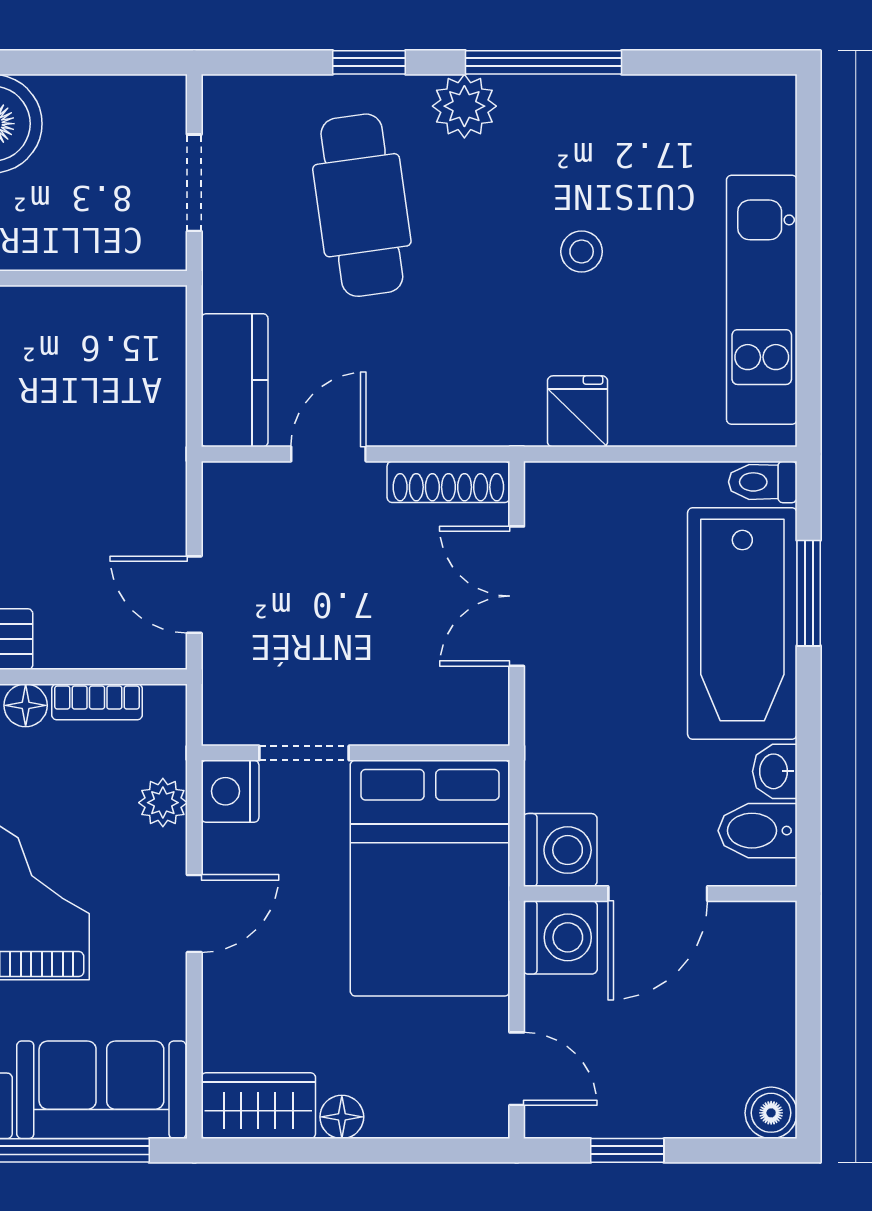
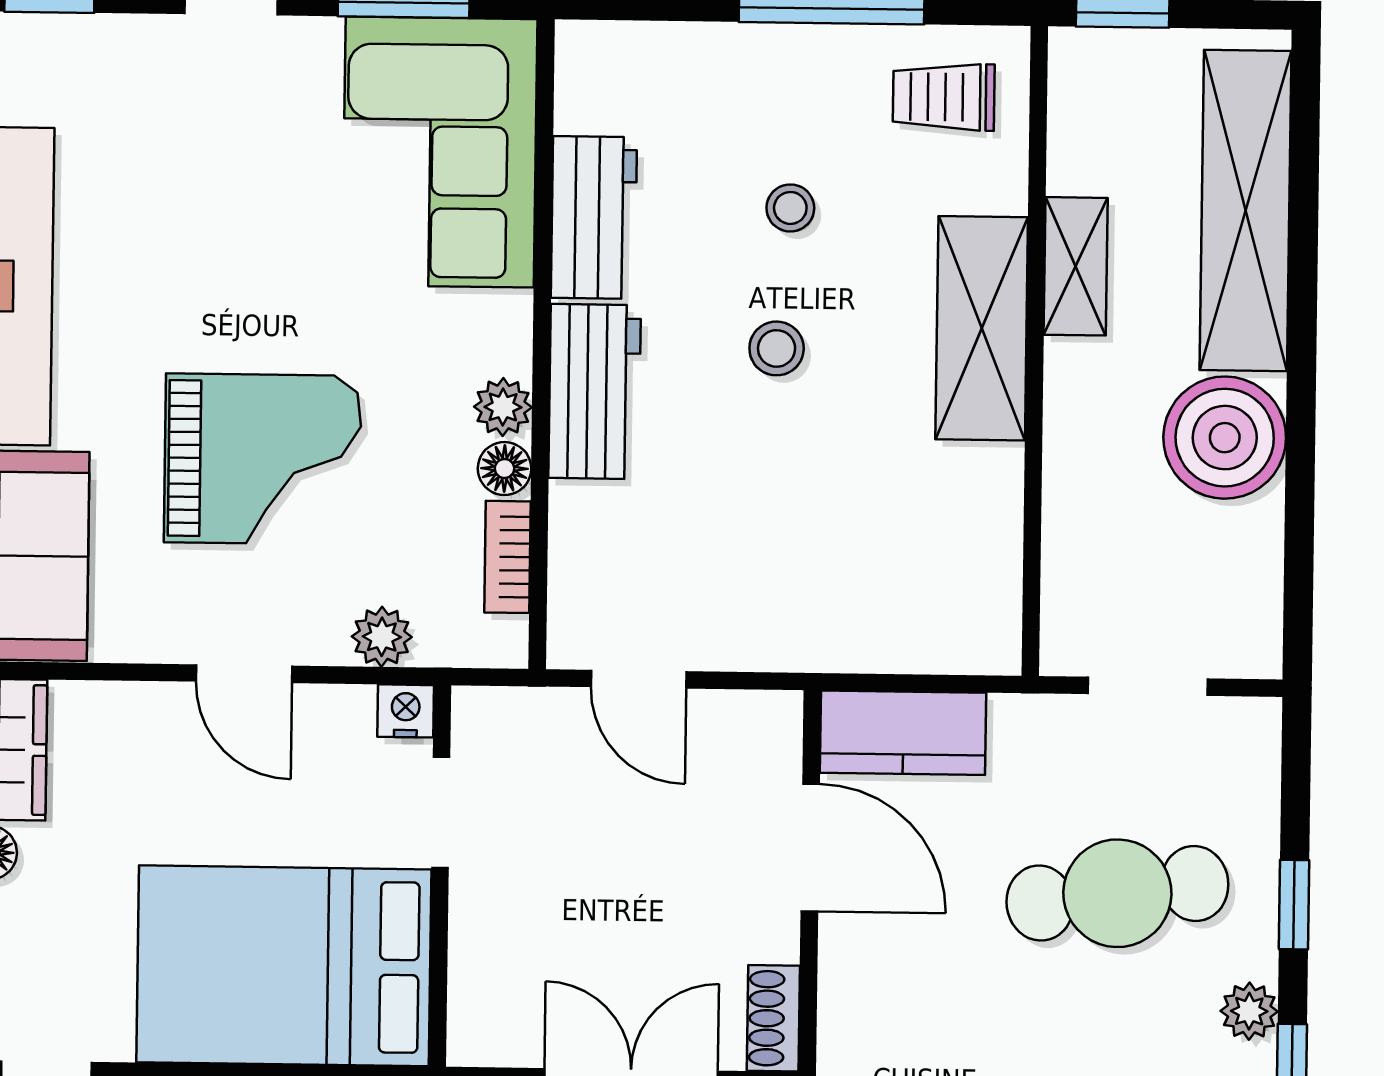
plant: (464, 106) -> (1249, 1011), width x0.73, depth x0.73
door: (328, 454) -> (810, 848), width x1.38
shoe rack: (448, 482) -> (773, 1018), width x0.70
door: (194, 595) -> (639, 679), swing flipped
nightstand: (230, 791) -> (406, 711), width x0.72, depth x0.74

